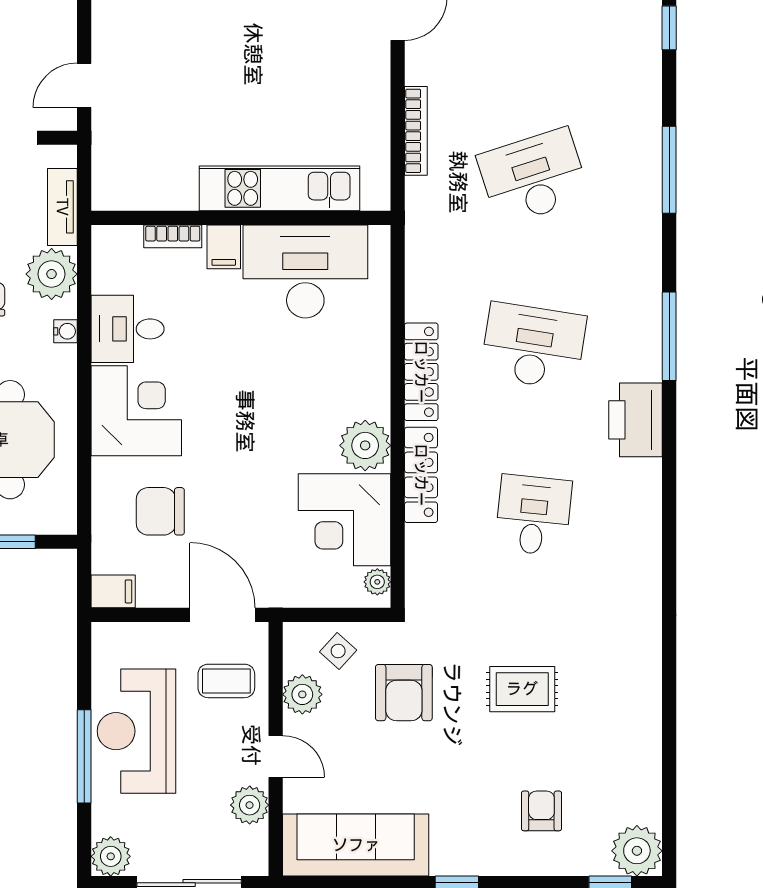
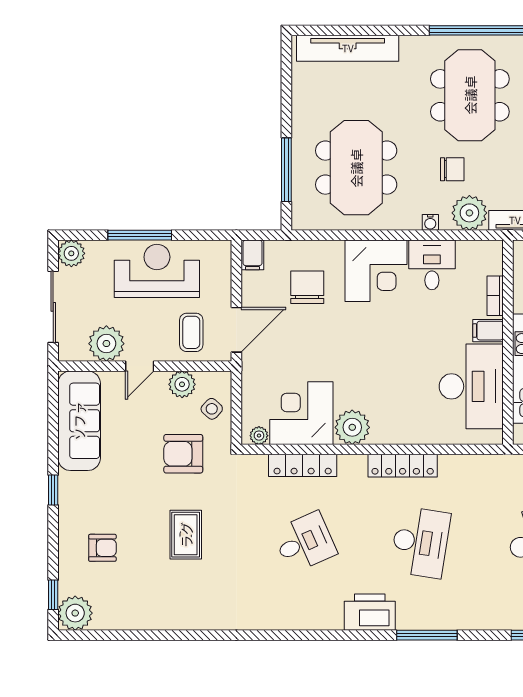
locker: (421, 475) -> (303, 465), moved
desk: (533, 515) -> (305, 542), turned -30
plant: (250, 805) -> (106, 344), width x1.36, depth x1.36

